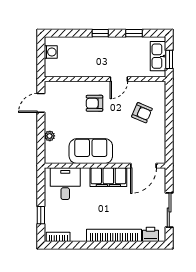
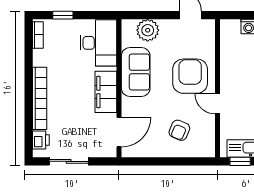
armchair: (94, 103) -> (190, 76), width x1.88, depth x1.88
plant: (50, 136) -> (148, 30), width x1.88, depth x1.88
door: (144, 166) -> (119, 132), swing flipped
desk: (65, 184) -> (98, 43), width x1.37

